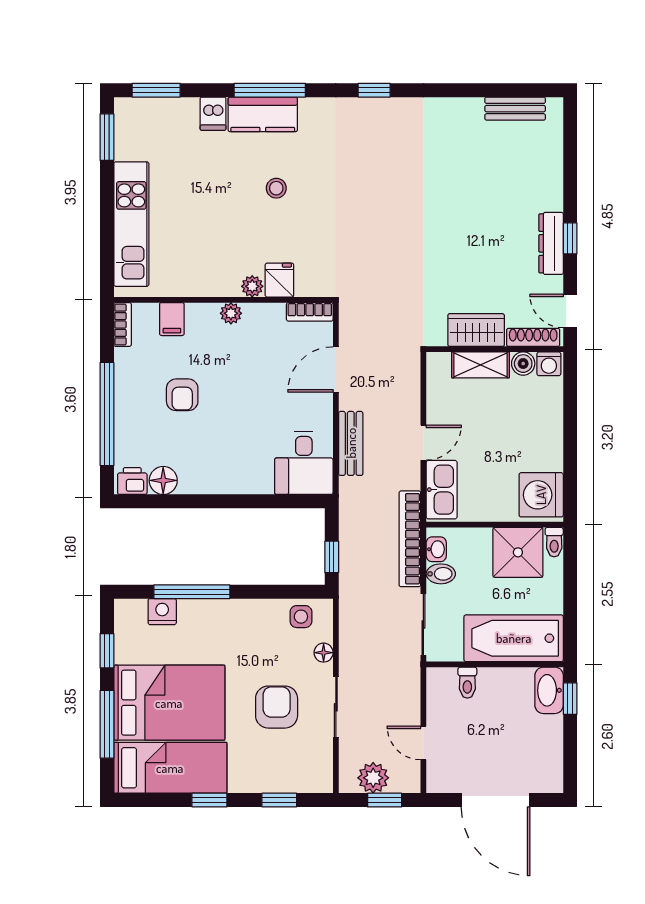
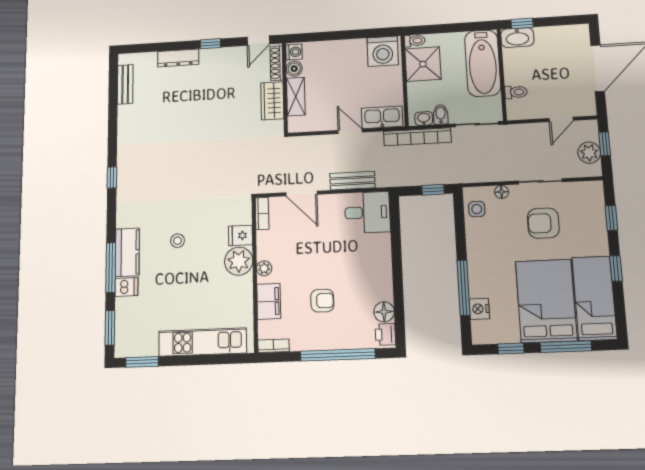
window: (270, 90) -> (111, 268), moved
dresser: (551, 243) -> (178, 58), moved
plant: (252, 286) -> (239, 261), width x1.88, depth x1.88
filing cabinet: (172, 319) -> (269, 301), width x2.00

